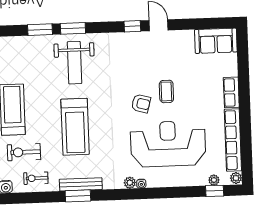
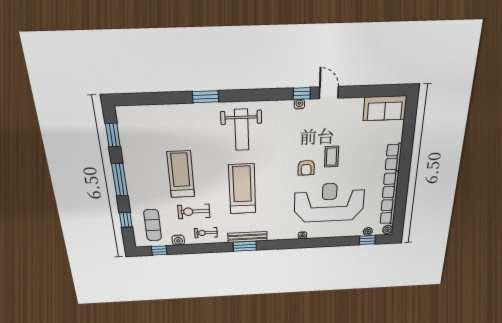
window: (73, 28) -> (240, 96), removed
water cooler: (131, 37) -> (299, 104), added
armchair: (141, 103) -> (306, 168), turned 75
treadmill: (75, 127) -> (242, 189), turned 180
plant: (130, 183) -> (292, 235), removed

